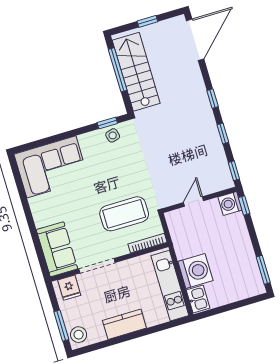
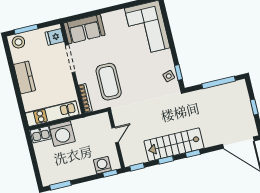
stairs: (136, 72) -> (174, 145), moved, turned 180
door: (194, 202) -> (115, 135), hinge flipped
washing machine: (230, 204) -> (102, 165), moved

